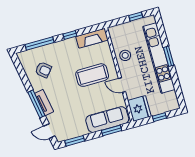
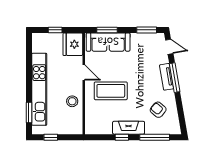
fireplace: (92, 38) -> (129, 128), moved
window: (169, 56) -> (29, 112), moved

